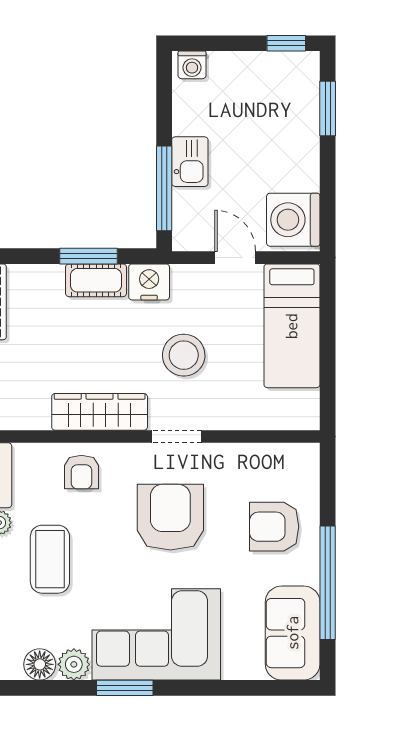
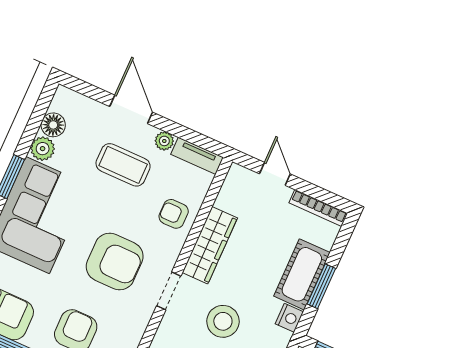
cot: (96, 280) -> (302, 274), width x1.37, depth x1.34
nightstand: (149, 282) -> (289, 318), width x0.74, depth x0.75

